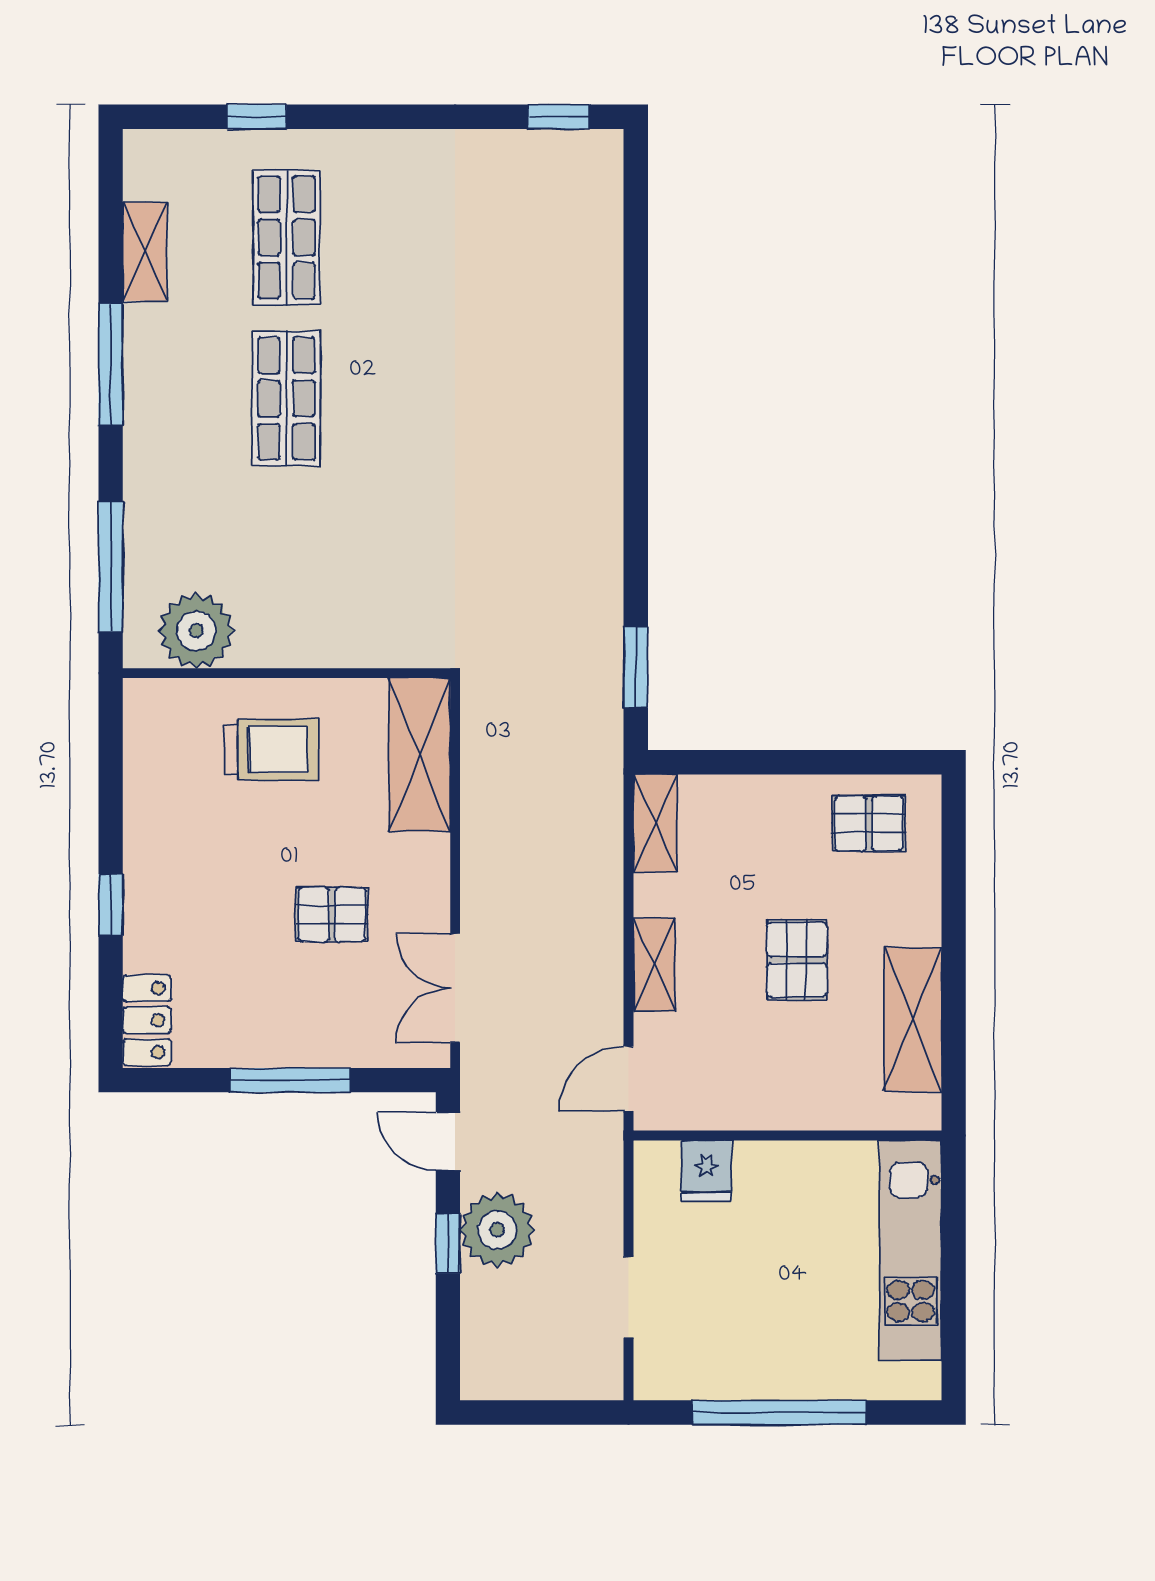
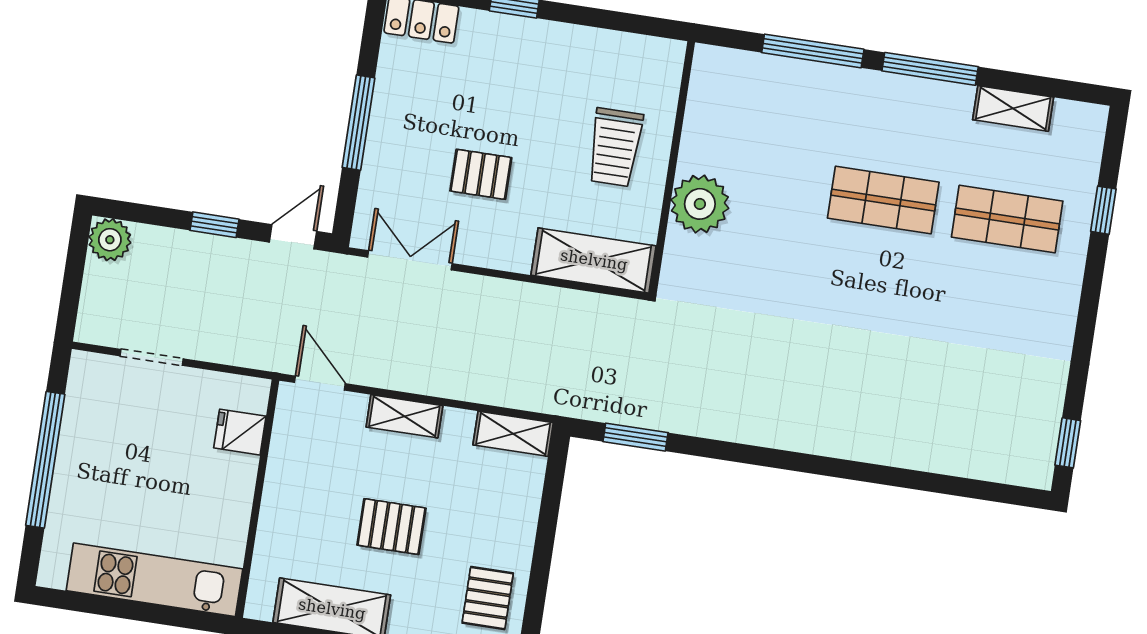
window: (111, 567) -> (813, 51), moved
plant: (196, 631) -> (700, 204), moved
pallet: (332, 915) -> (481, 174), turned 90
plant: (497, 1230) -> (110, 240), moved, width x0.73, depth x0.73

